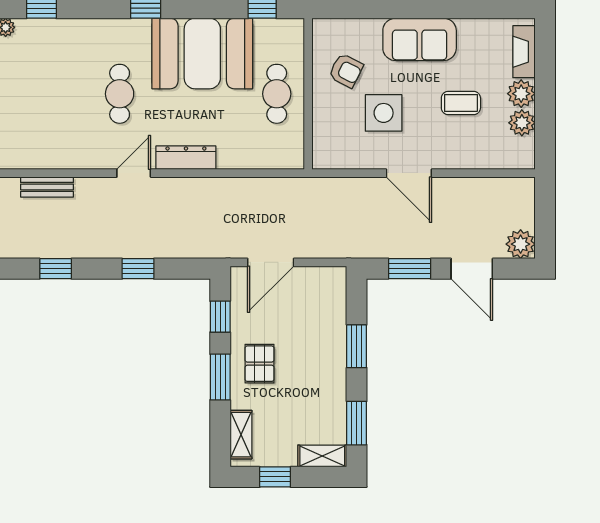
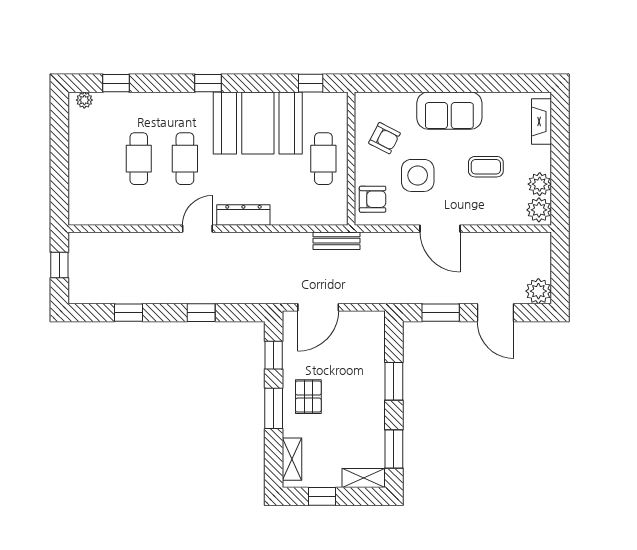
cafe table: (67, 94) -> (139, 159), added
plant: (521, 94) -> (539, 210), moved
armchair: (332, 140) -> (373, 199), added
bench: (47, 187) -> (337, 241), moved

